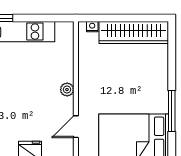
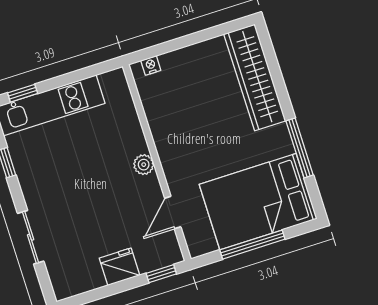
wardrobe: (134, 33) -> (255, 77), moved, turned 90

